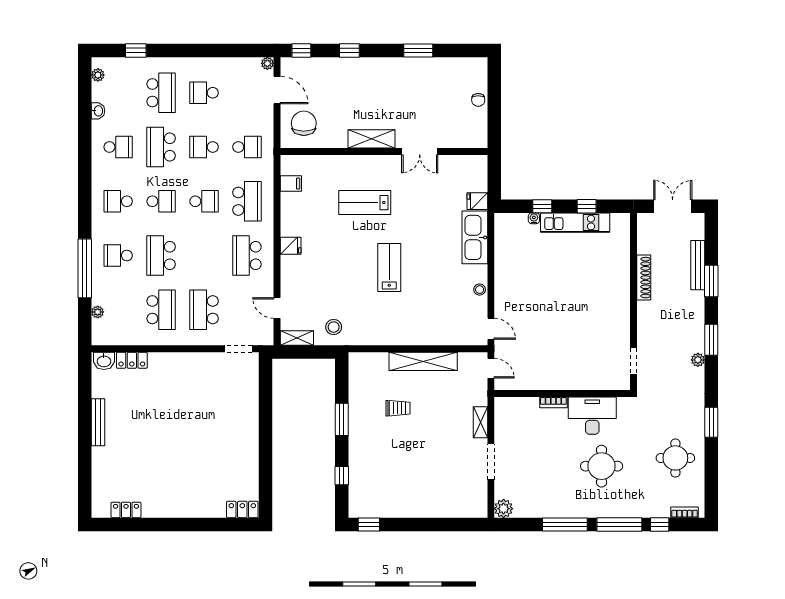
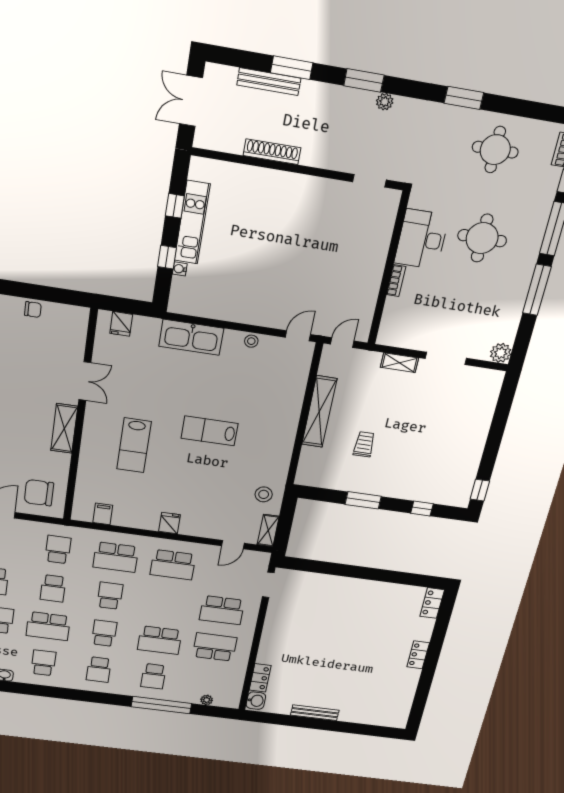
school desk: (247, 201) -> (116, 557), turned 180
fridge: (477, 201) -> (121, 324), moved
locker: (126, 510) -> (418, 655), moved

